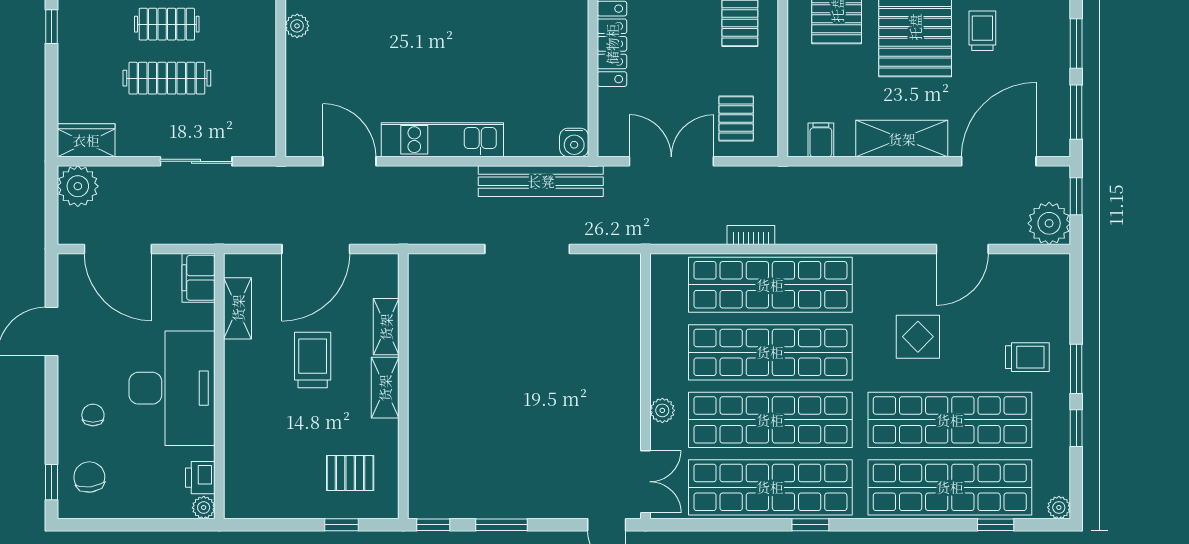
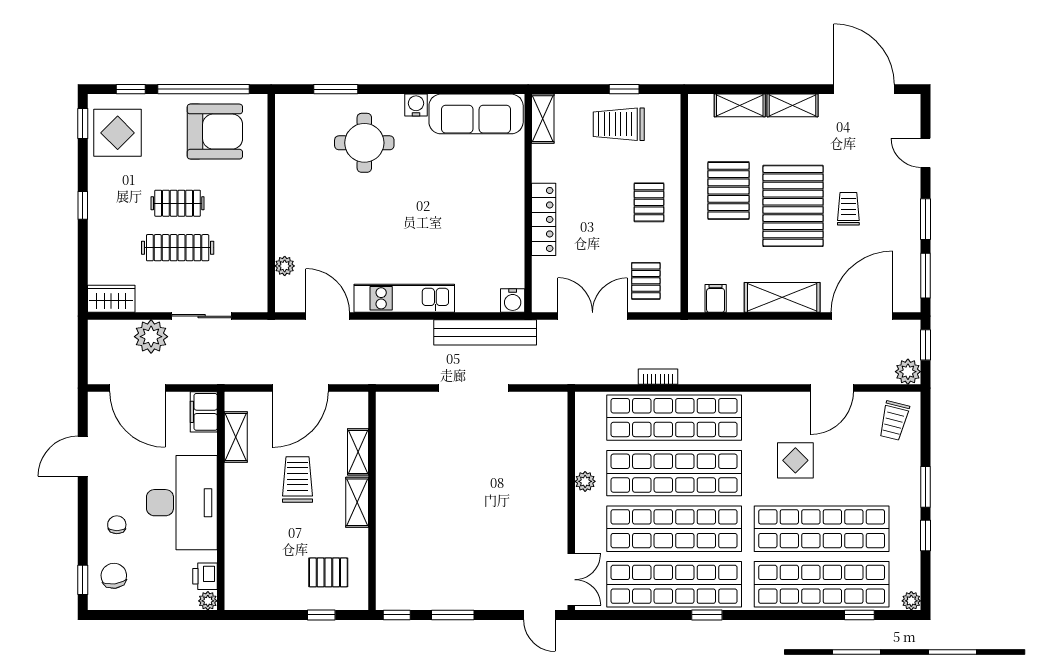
plant: (297, 26) -> (285, 266), moved
plant: (78, 186) -> (151, 337), moved
plant: (1049, 223) -> (908, 372), width x0.73, depth x0.73
trolley: (1027, 357) -> (894, 421), moved, turned 104
plant: (662, 410) -> (585, 481), moved

